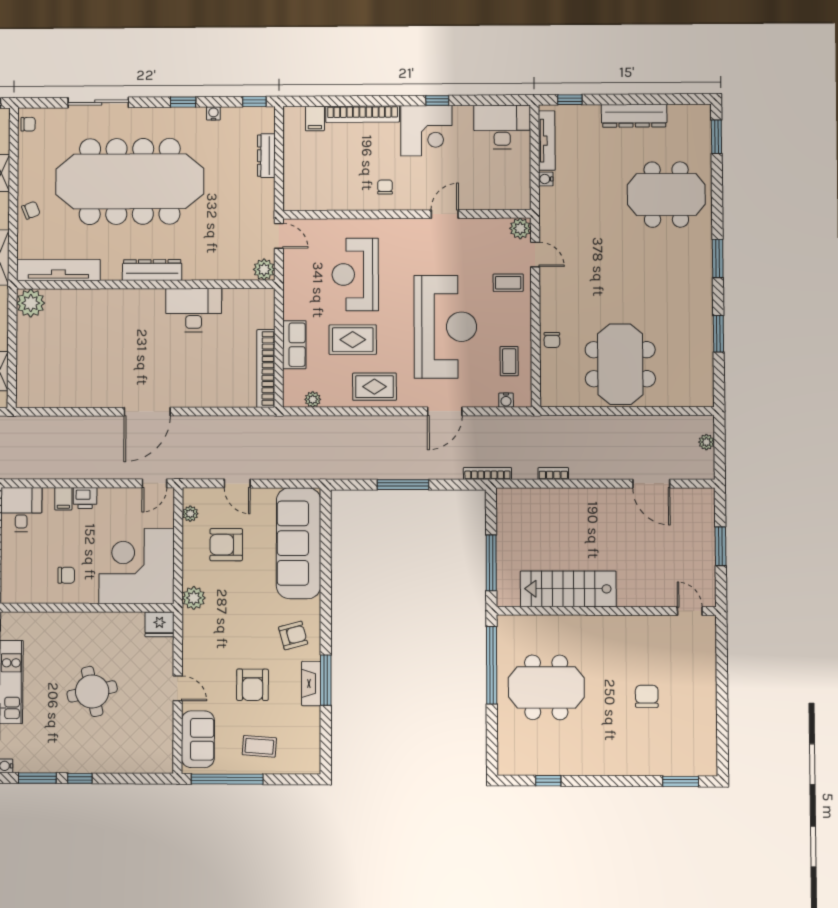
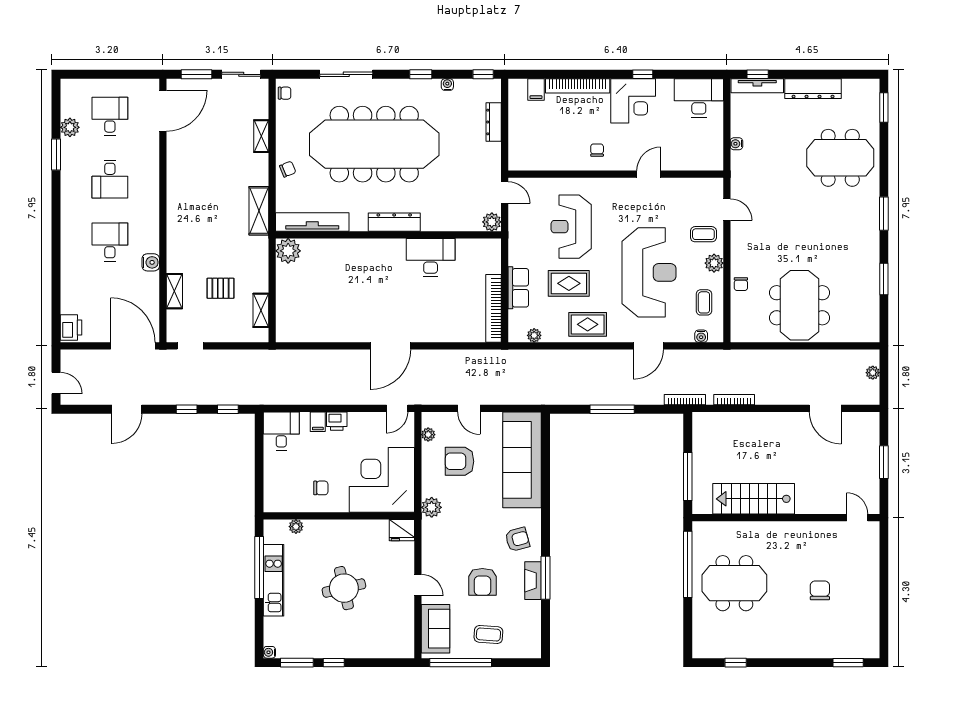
tv unit: (547, 141) -> (757, 86), moved, turned 90
plant: (520, 228) -> (714, 263), moved
bookcase: (553, 474) -> (734, 400), width x1.56
plant: (37, 620) -> (296, 527), added

